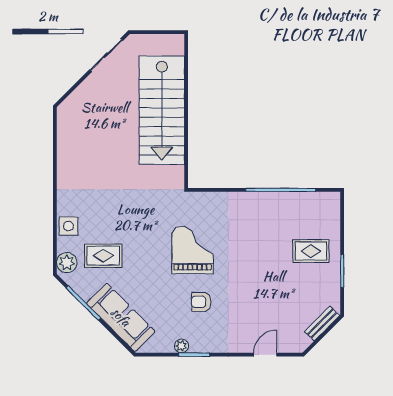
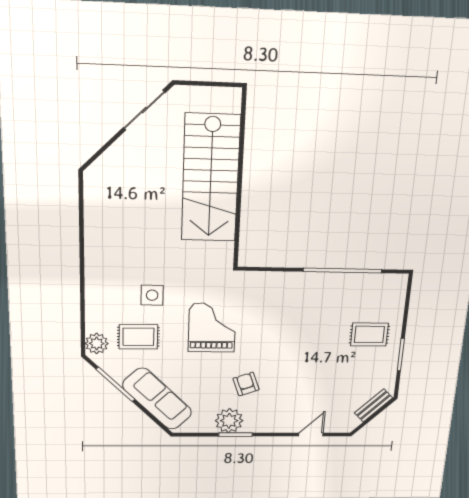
side table: (68, 226) -> (152, 295), moved
grand piano: (192, 250) -> (212, 328), moved
armchair: (201, 302) -> (246, 384), turned 70
plant: (181, 346) -> (229, 421), width x1.88, depth x1.88

